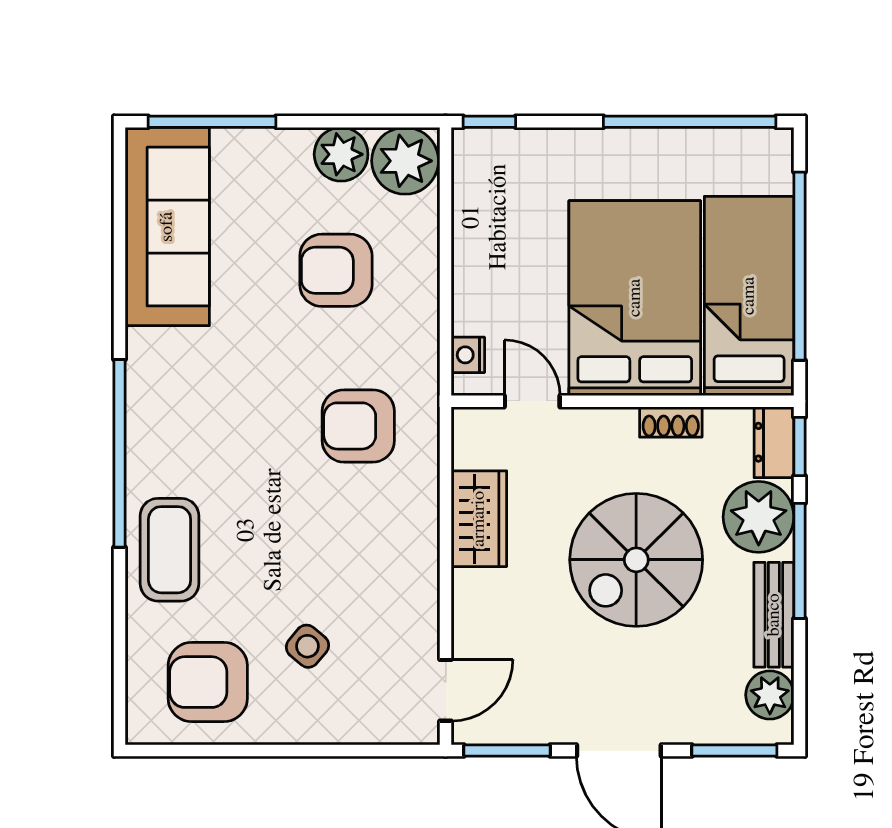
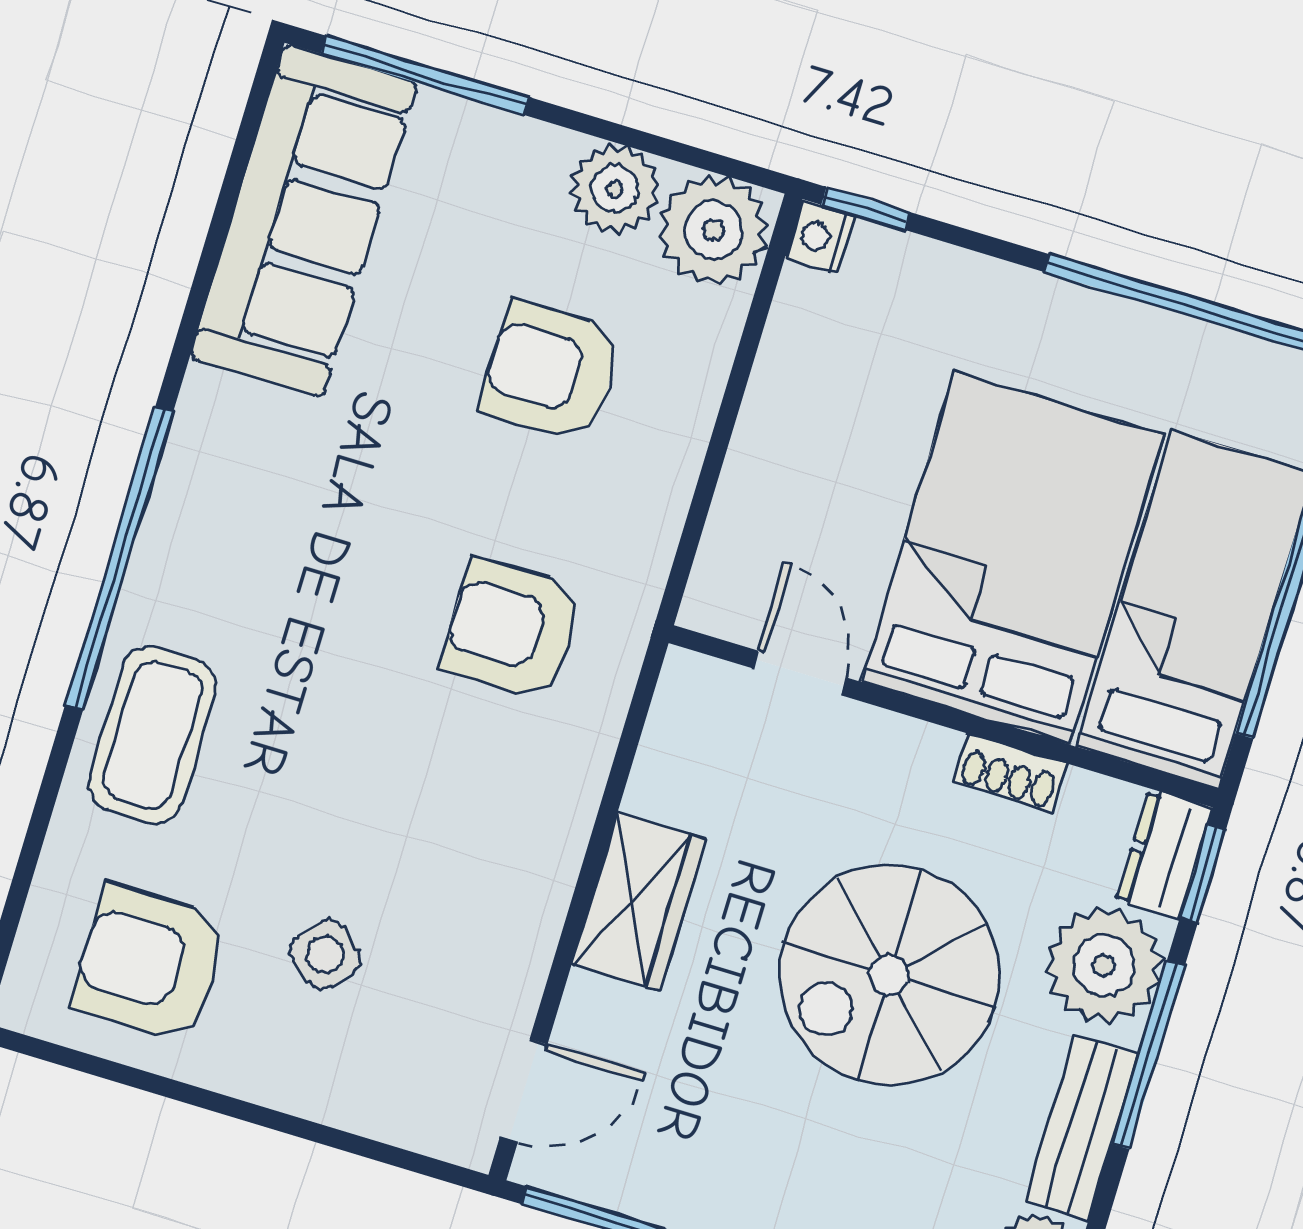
nightstand: (468, 355) -> (820, 237), moved
wardrobe: (479, 519) -> (639, 902), moved

